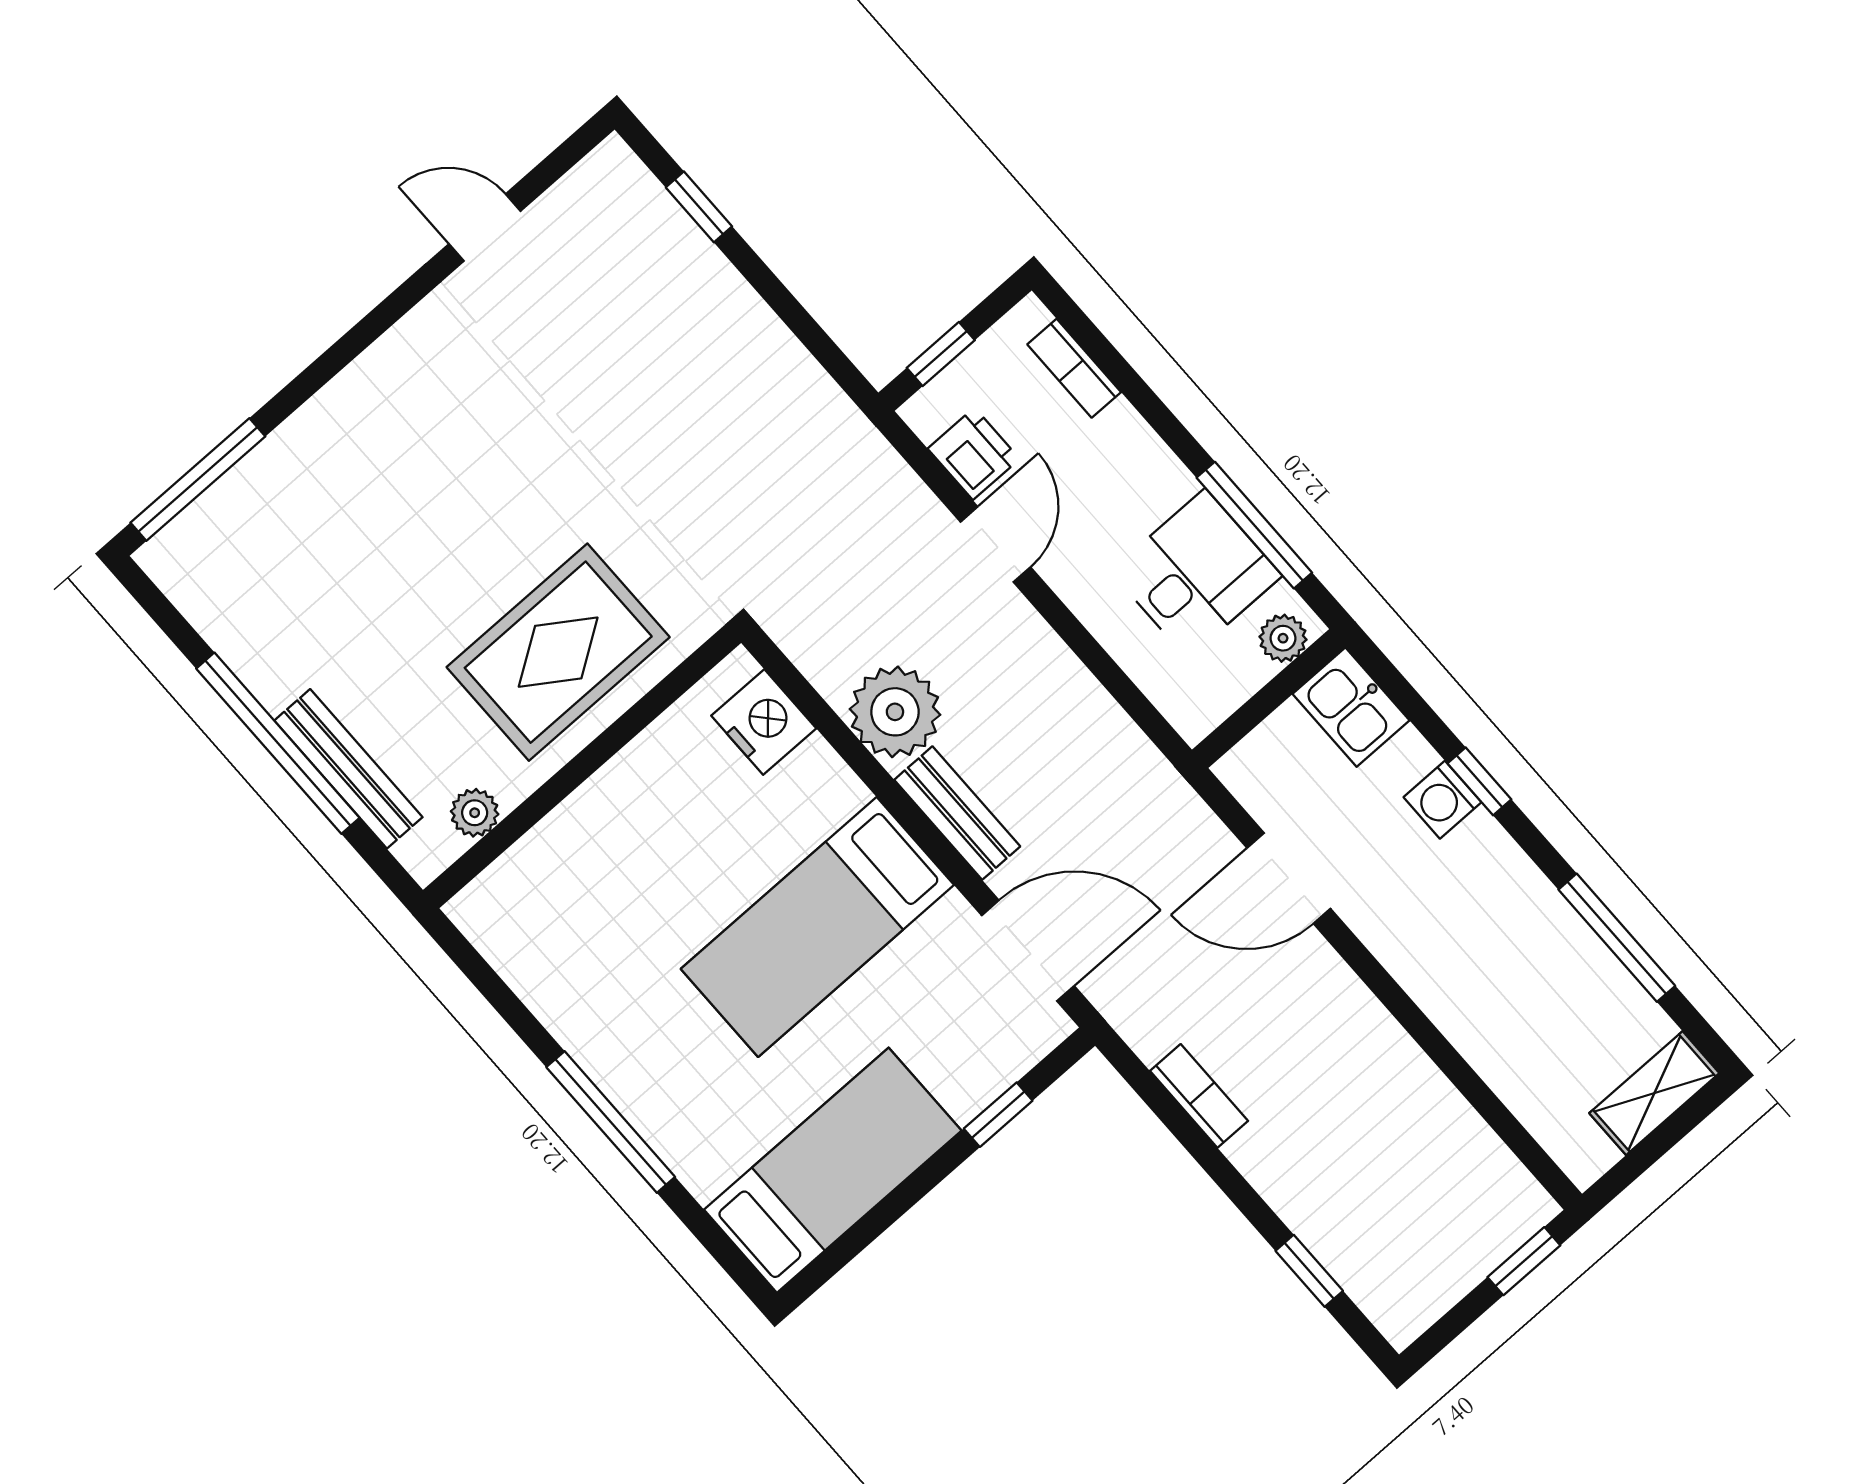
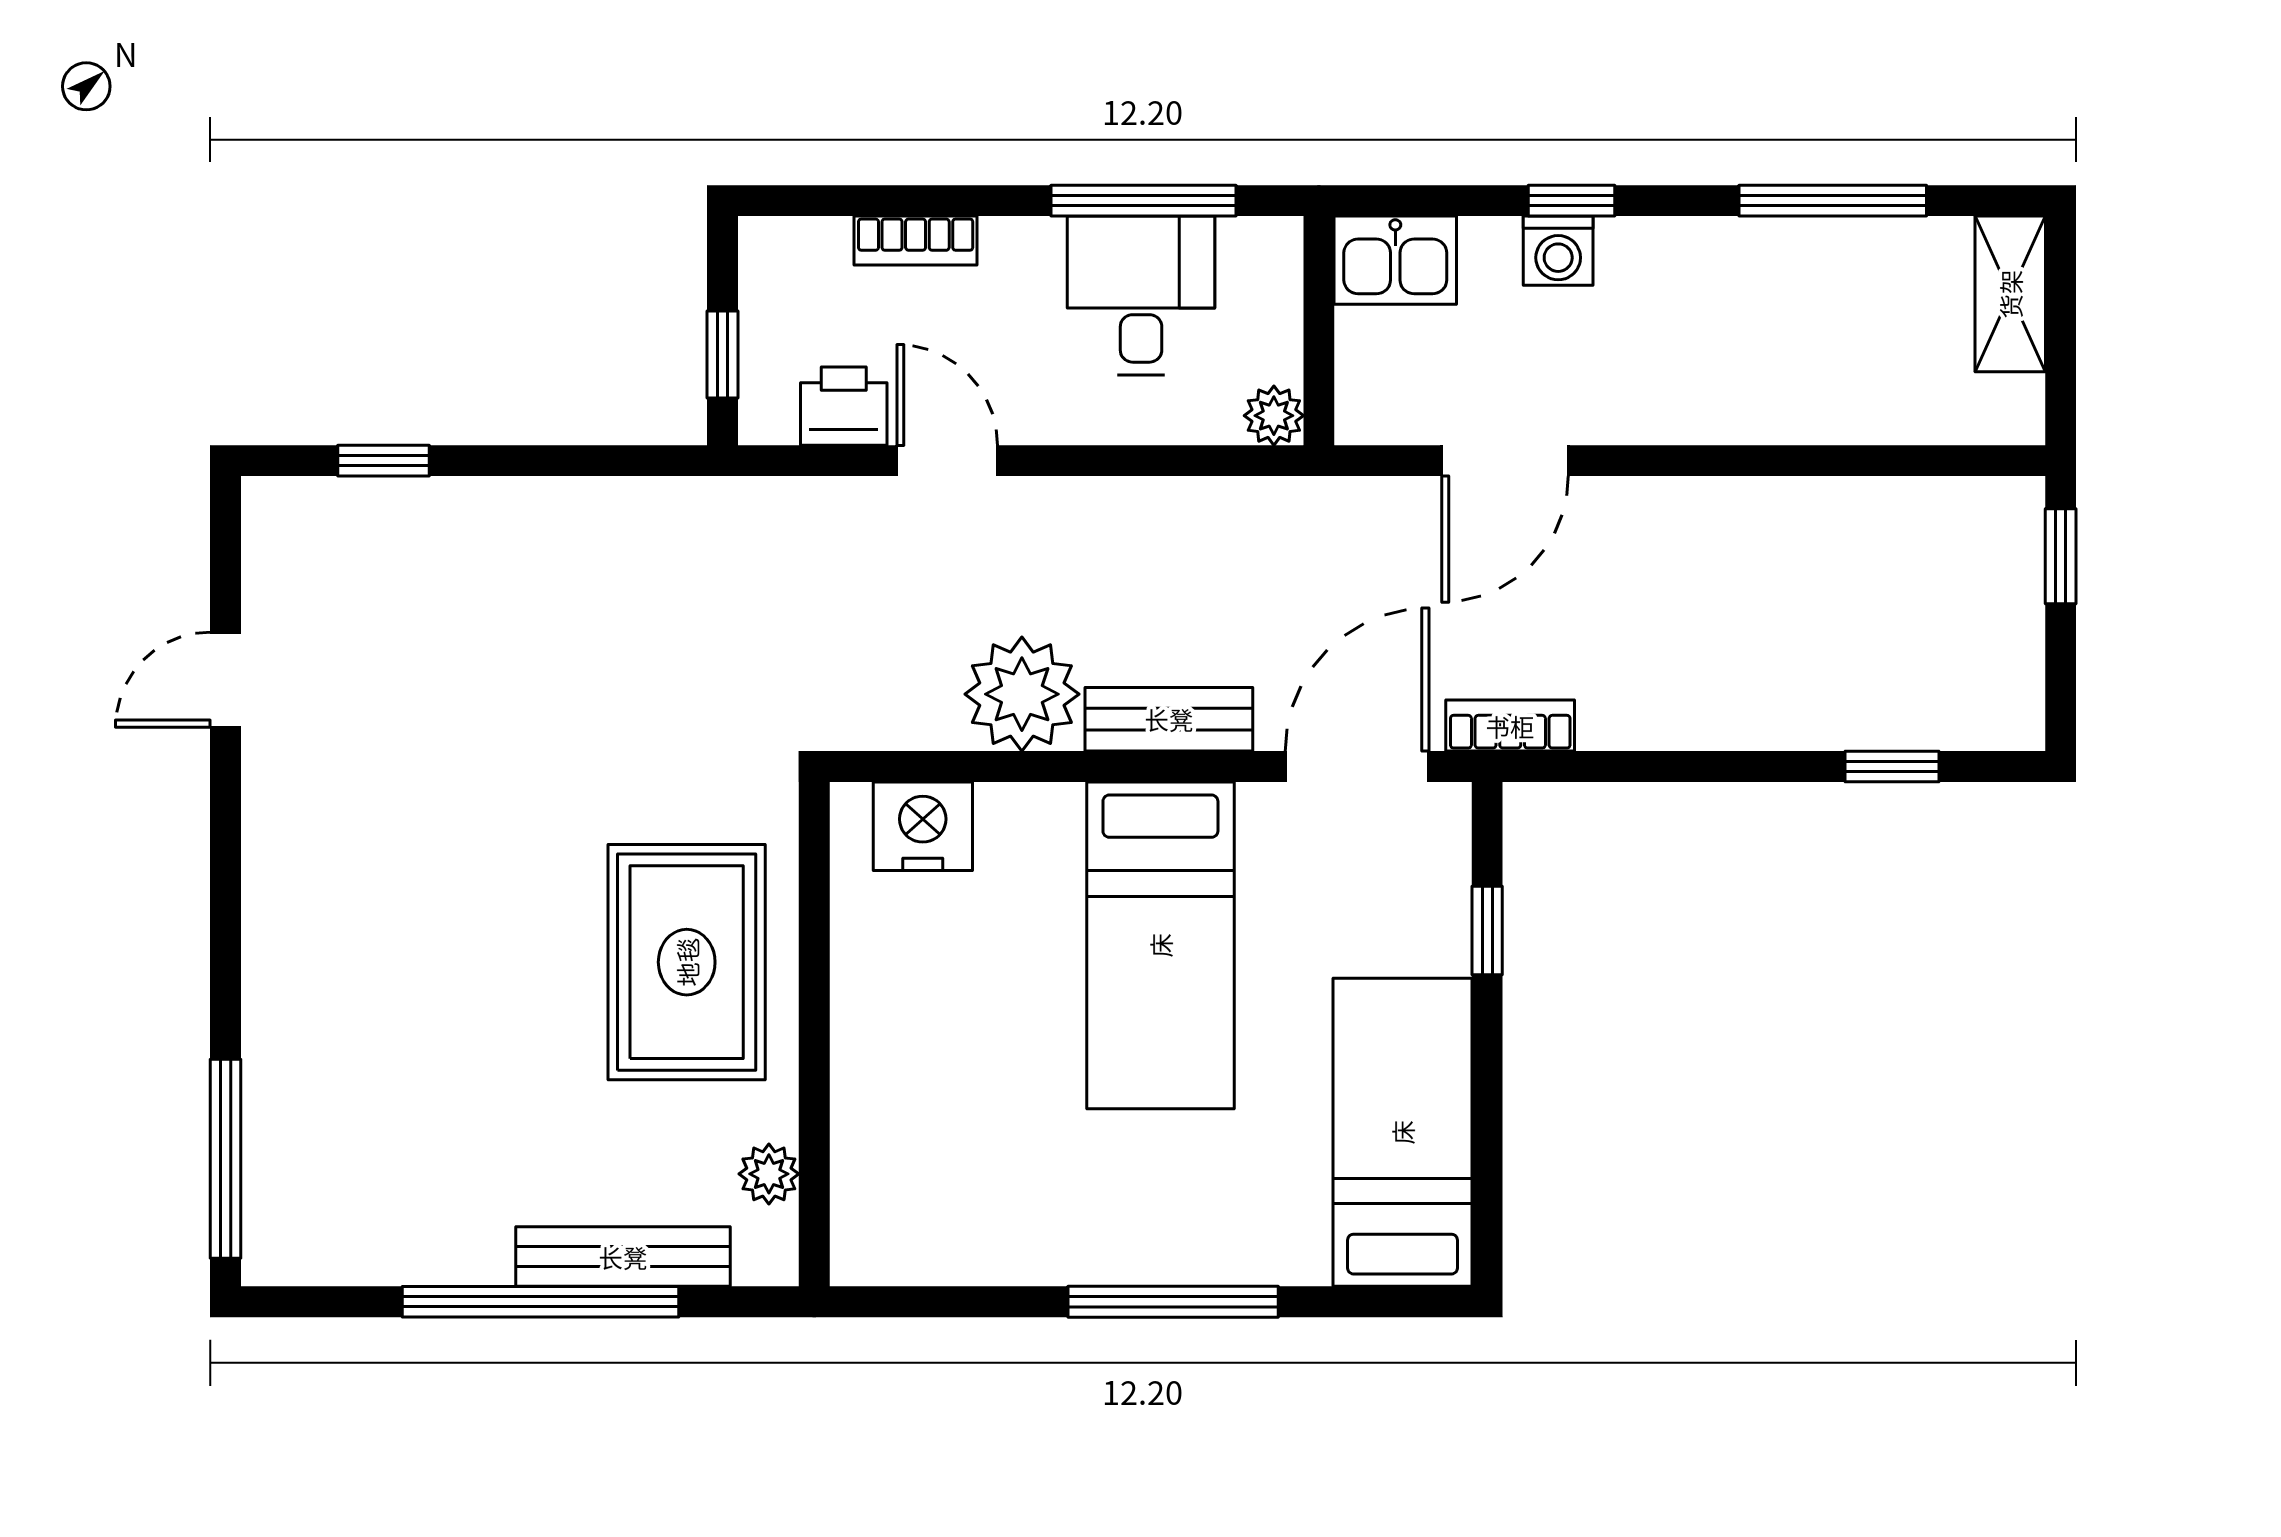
bookcase: (1074, 368) -> (916, 241), moved
plant: (1283, 638) -> (1274, 416), moved
bookcase: (1199, 1096) -> (1510, 726), moved

